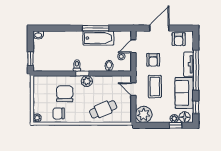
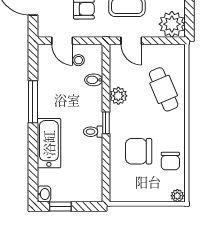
bathtub: (98, 38) -> (49, 143), moved
window: (30, 59) -> (60, 207), moved
plant: (87, 81) -> (118, 96), moved
door: (133, 89) -> (131, 41), hinge flipped

